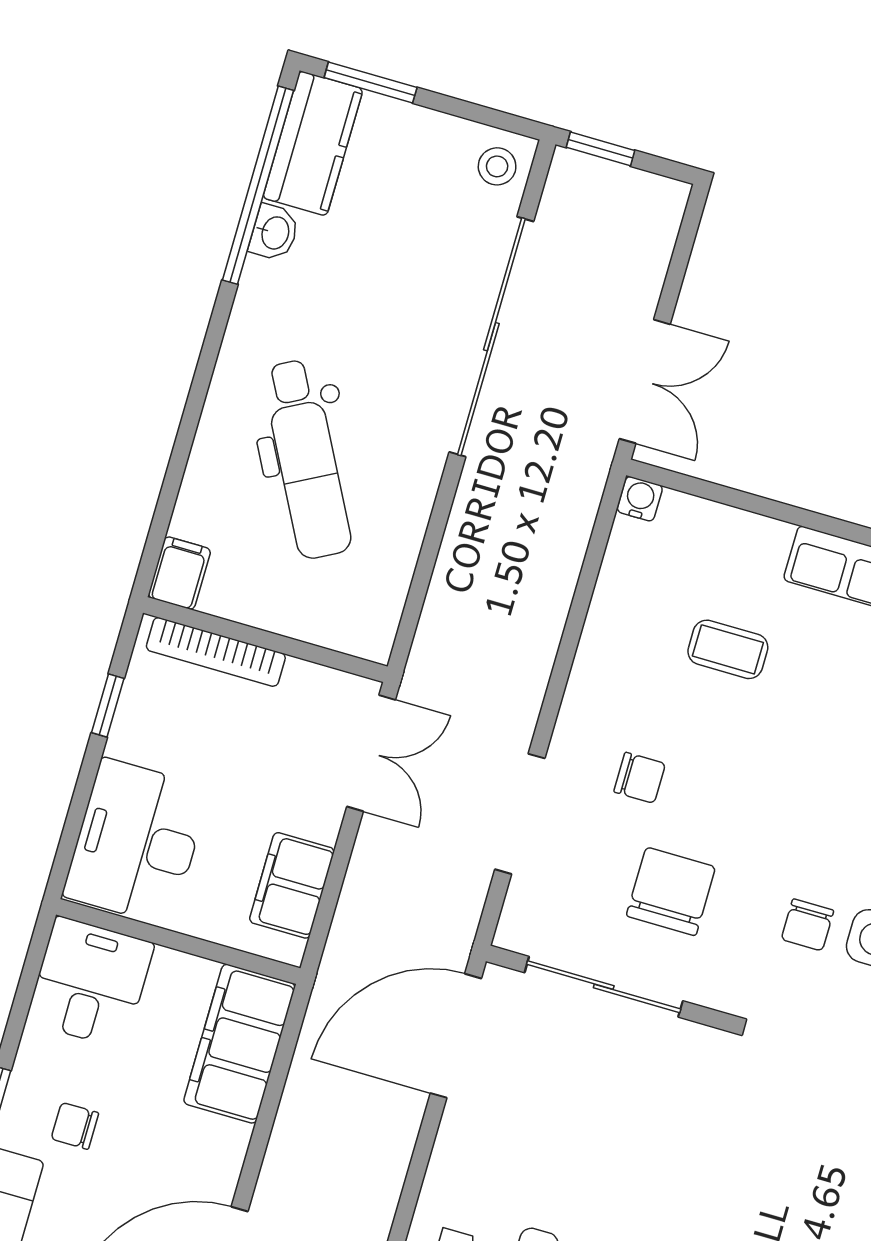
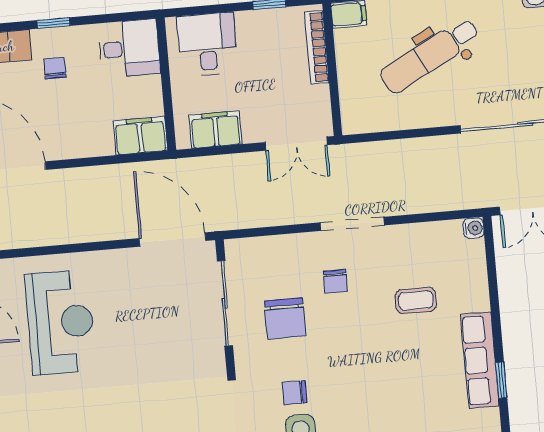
coffee table: (728, 649) -> (416, 300), turned 90
doorway: (520, 814) -> (352, 224), moved
desk: (137, 842) -> (207, 44), width x0.73
chair: (671, 891) -> (285, 318), turned 90
filing cabinet: (239, 1044) -> (140, 136), width x0.67, depth x0.86

